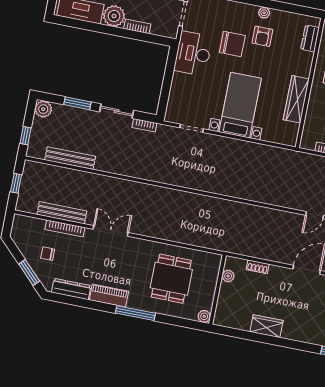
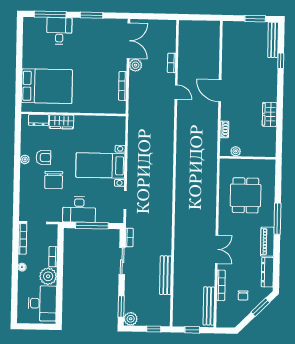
chair: (232, 44) -> (54, 180), turned 180
desk: (193, 54) -> (79, 210), moved
window: (167, 81) -> (92, 226), added
wardrobe: (296, 99) -> (61, 122), moved, width x0.67
window: (77, 103) -> (121, 307), moved
bench: (70, 158) -> (166, 275), moved
bench: (62, 213) -> (209, 306), moved
double door: (111, 231) -> (217, 249), swing flipped
dining table: (171, 279) -> (246, 195), turned 90
plant: (204, 316) -> (270, 164), removed

